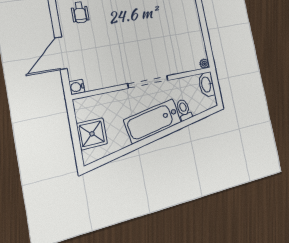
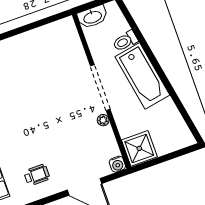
plant: (204, 64) -> (103, 120), moved
shower: (92, 134) -> (139, 148), moved

